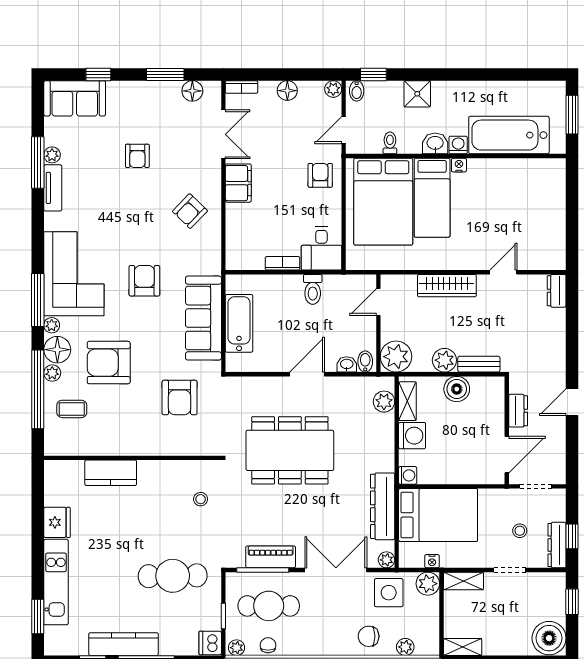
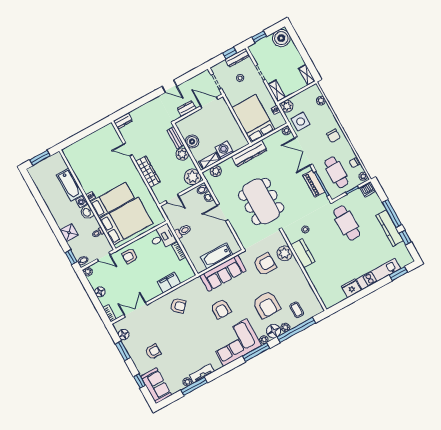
bathtub: (509, 135) -> (70, 185), width x0.73, depth x0.73
armchair: (137, 156) -> (153, 352), moved
filing cabinet: (238, 183) -> (169, 283), moved
armchair: (144, 281) -> (221, 309), turned -90
plant: (179, 441) -> (284, 253), added
kitchen counter: (111, 473) -> (303, 253), moved
washing machine: (408, 475) -> (243, 142), removed
dresser: (383, 506) -> (249, 153), moved
chair: (369, 636) -> (333, 136), moved

